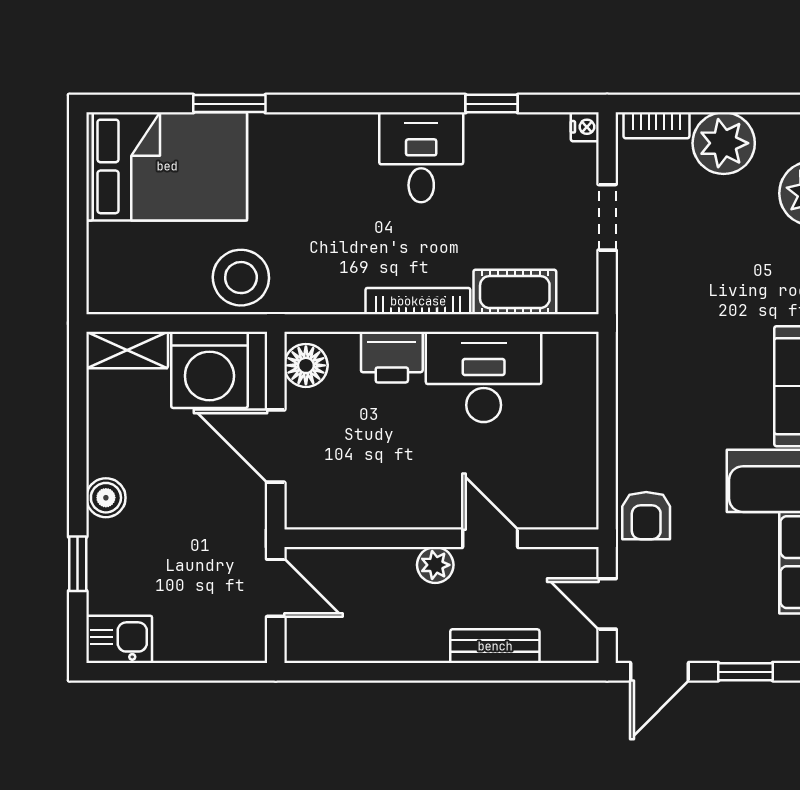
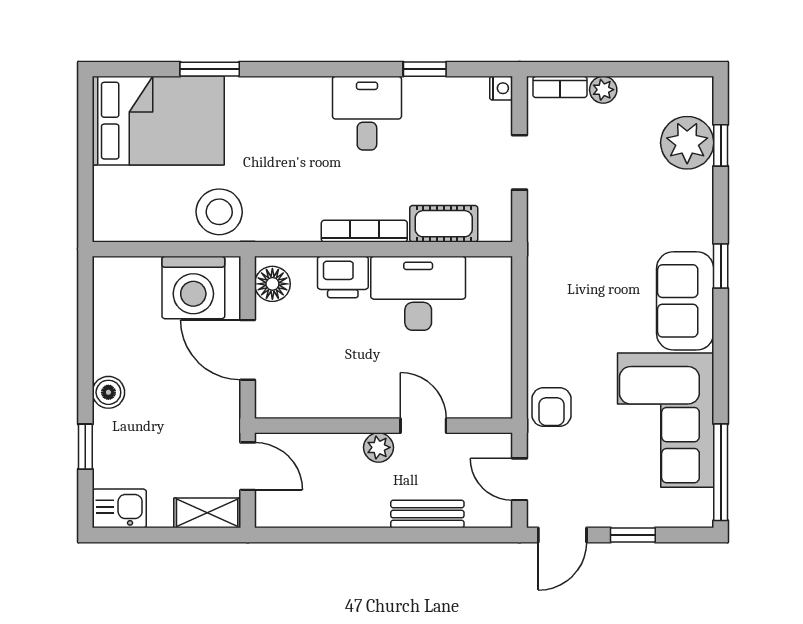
plant: (724, 143) -> (603, 90), width x0.53, depth x0.53
shelving: (127, 350) -> (207, 513), moved

